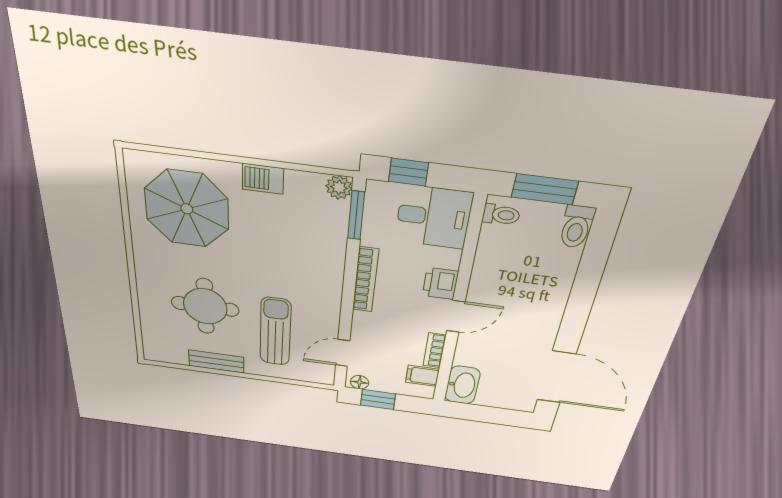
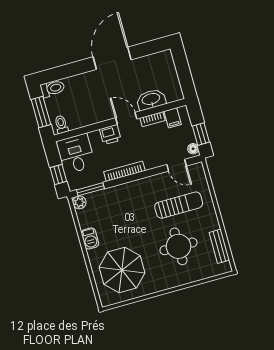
sun lounger: (275, 332) -> (179, 205), turned 180
bench: (216, 362) -> (219, 246), moved
door: (556, 377) -> (112, 58), moved
washbasin: (462, 385) -> (151, 99), moved

